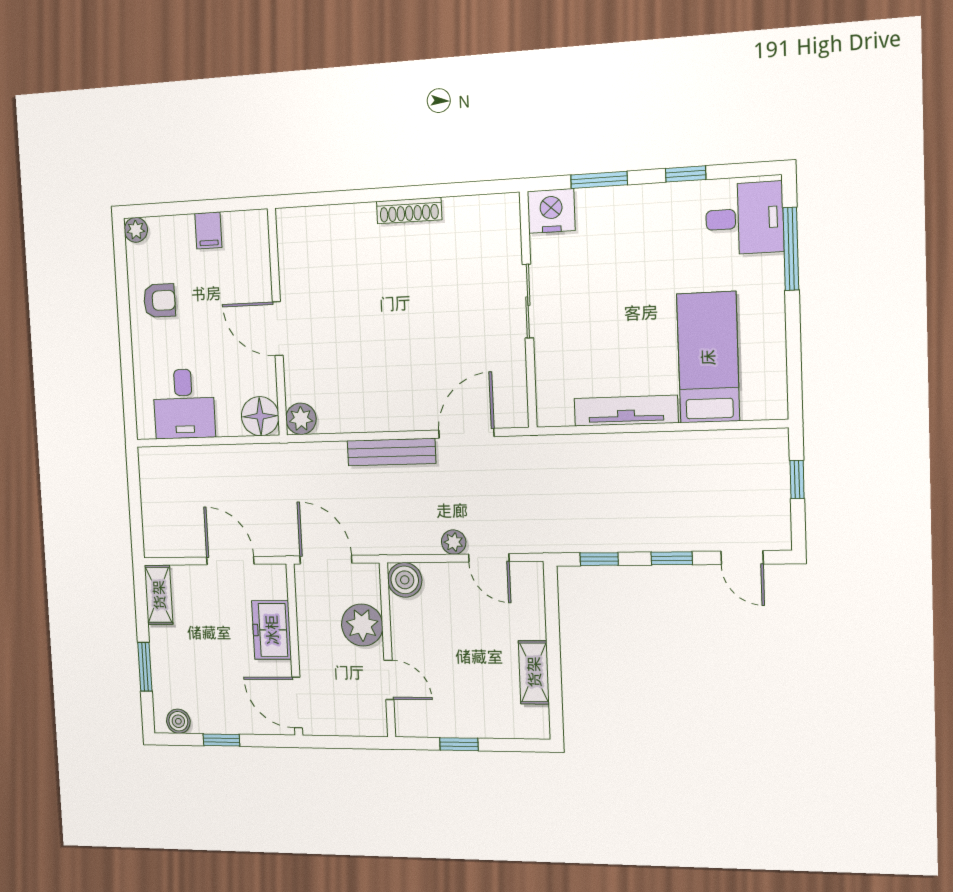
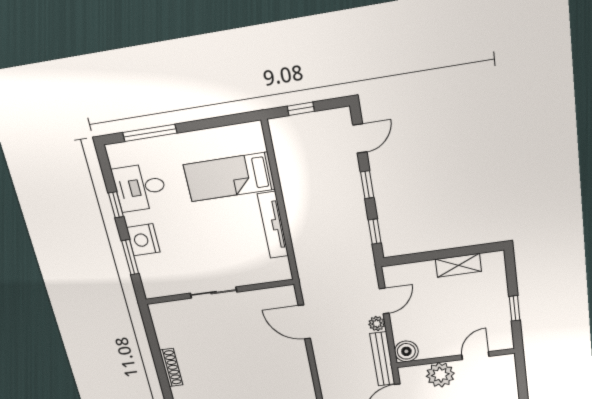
nightstand: (551, 211) -> (143, 240), moved
desk: (745, 218) -> (140, 187), moved, turned -90
bench: (391, 452) -> (382, 359), moved

